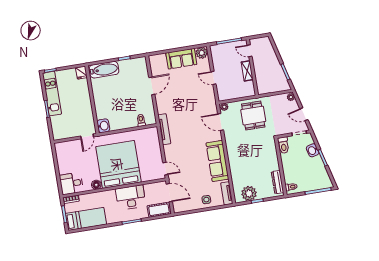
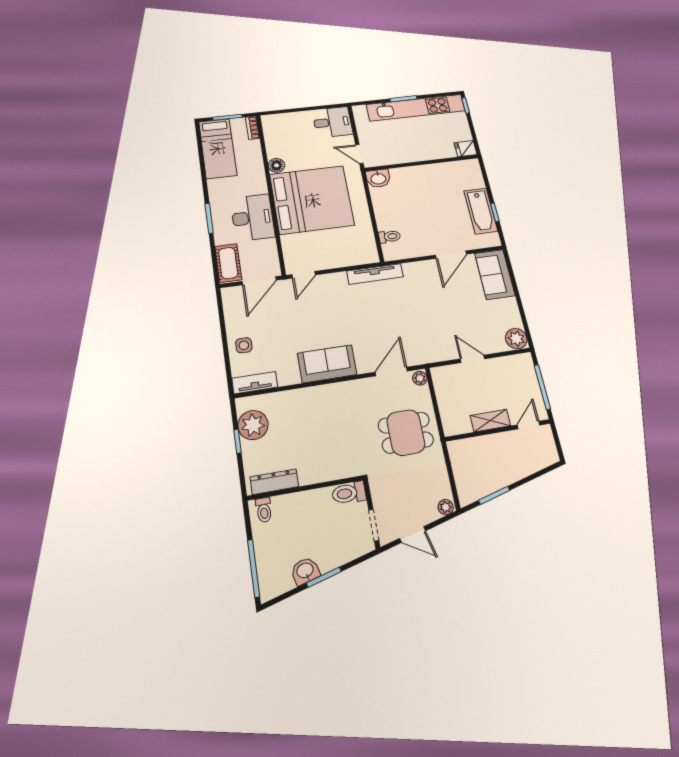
sofa: (181, 59) -> (495, 274), moved
bathtub: (104, 70) -> (481, 211), moved
door: (213, 78) -> (472, 359), hinge flipped
door: (152, 86) -> (451, 255), hinge flipped
kitchen unit: (52, 94) -> (416, 108), width x1.36
door: (304, 114) -> (413, 535), swing flipped
washbasin: (313, 150) -> (305, 571), moved
sofa: (217, 161) -> (327, 364), width x0.73
desk: (71, 183) -> (333, 122), moved, turned 90

